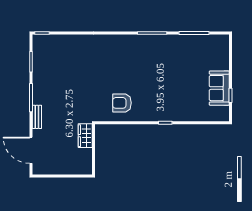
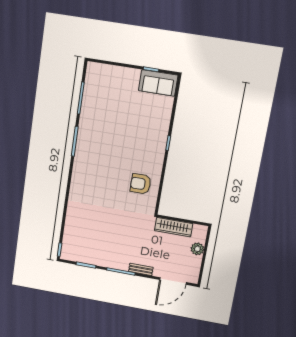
sofa: (219, 88) -> (158, 83), moved
armchair: (122, 103) -> (141, 184), turned 90
wardrobe: (85, 136) -> (174, 227), width x1.50
plant: (68, 168) -> (197, 249), added

